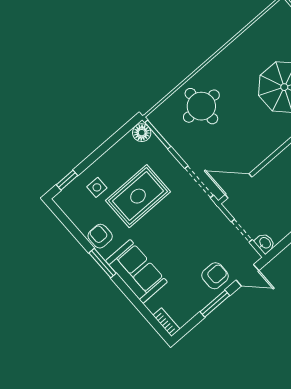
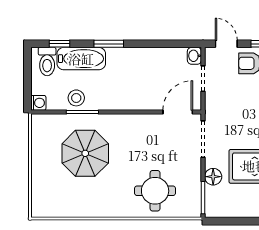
floor lamp: (142, 133) -> (213, 177), moved
door: (239, 186) -> (178, 112), swing flipped

